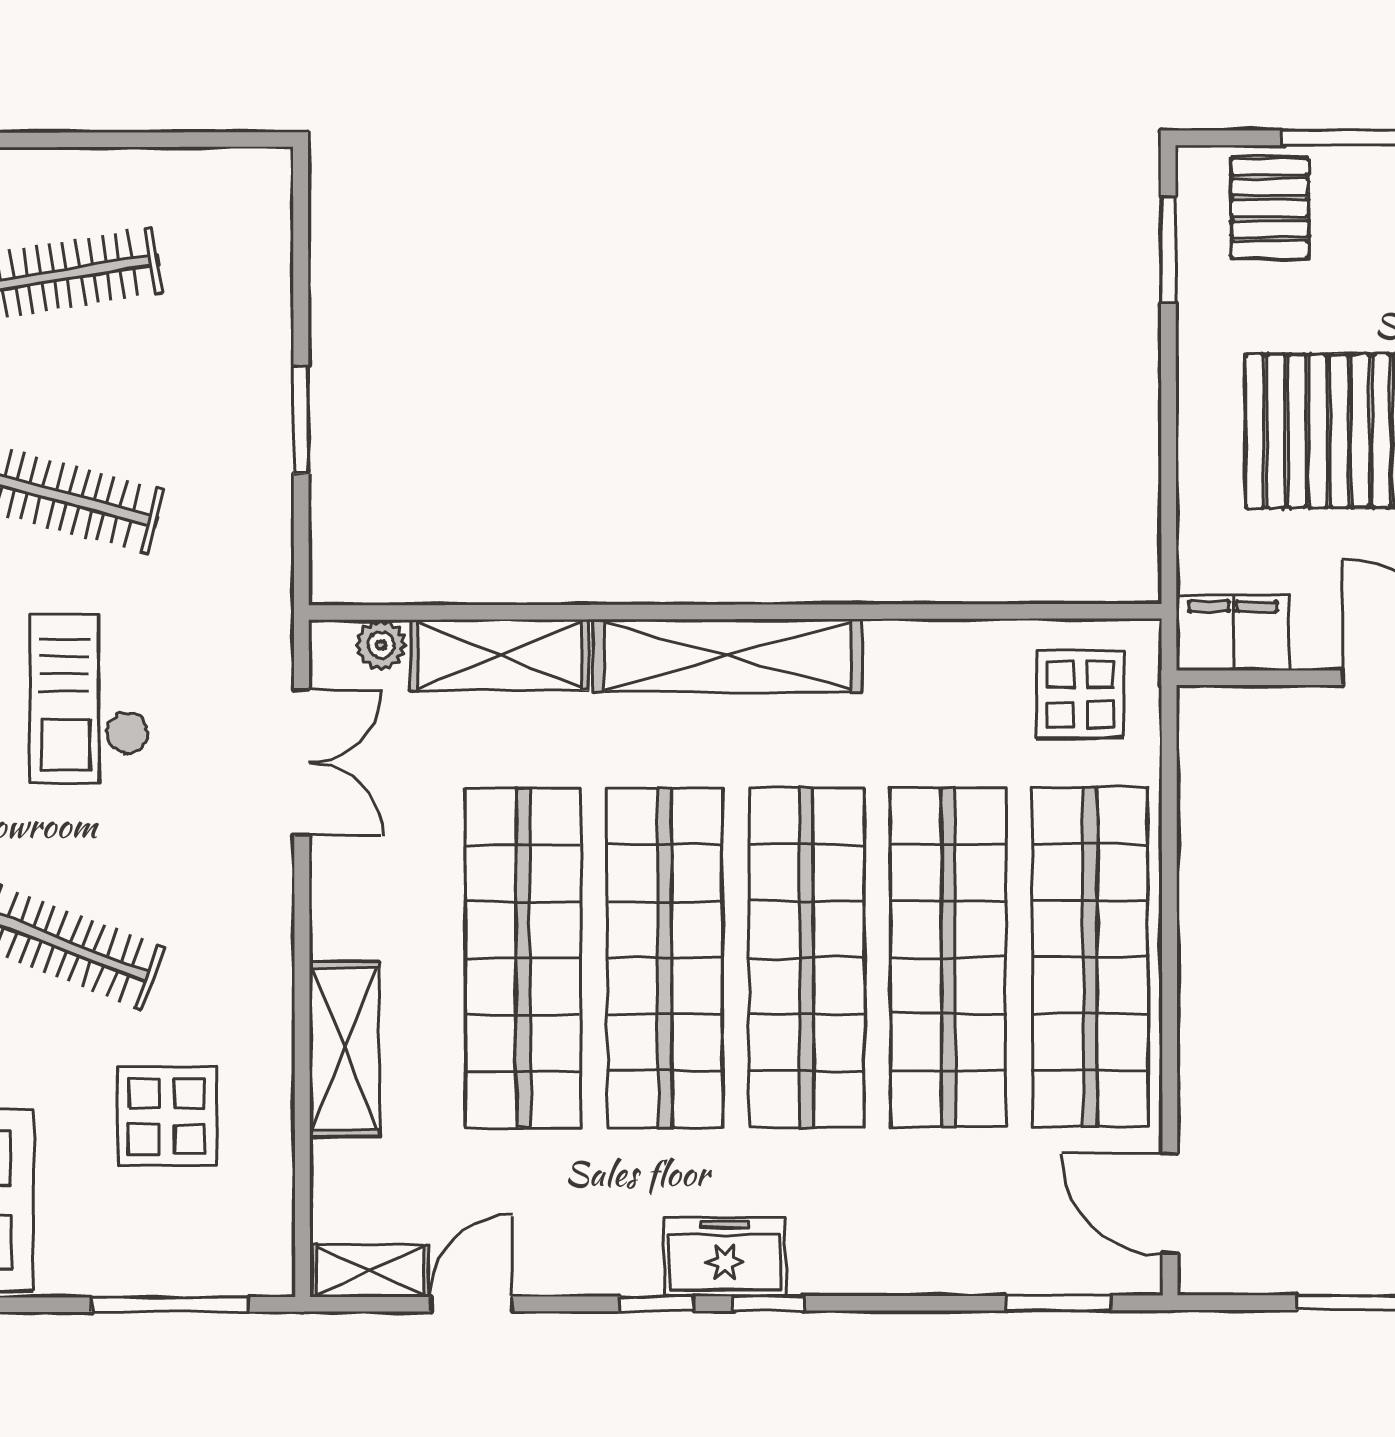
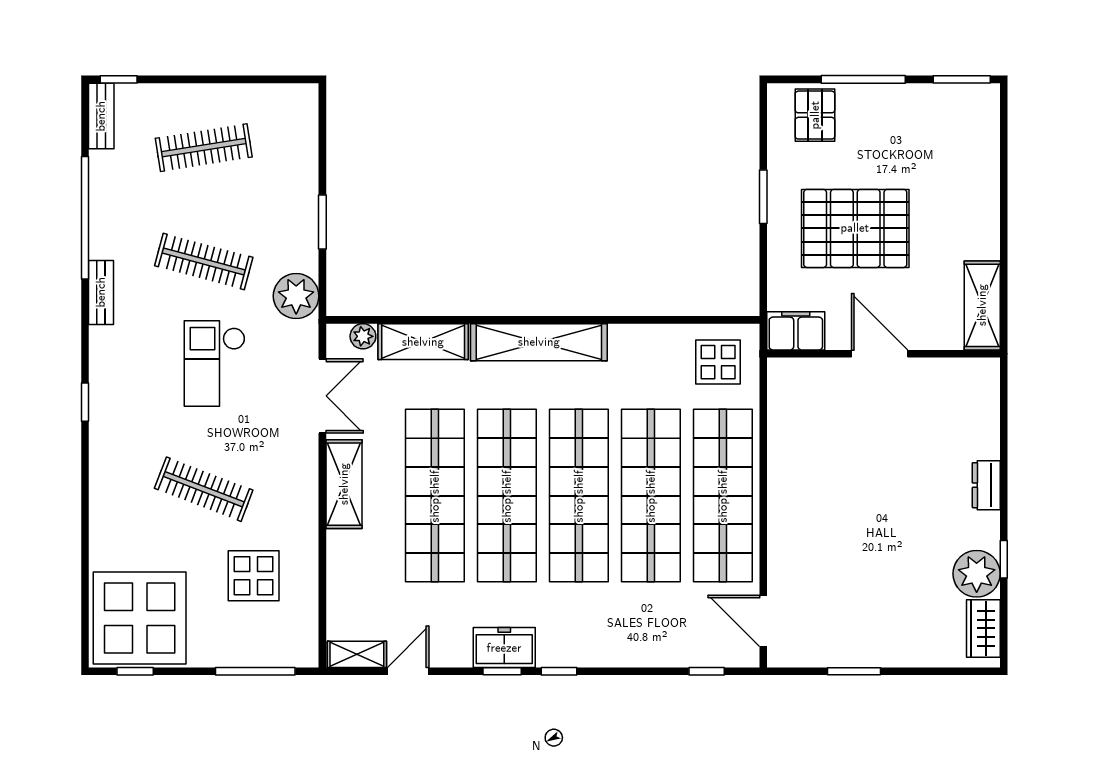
window: (1168, 250) -> (763, 197), moved
plant: (249, 566) -> (296, 296), added
shelving: (344, 1049) -> (344, 484), moved
freezer: (725, 1257) -> (504, 648), moved
window: (1059, 1303) -> (707, 671), width x0.67

